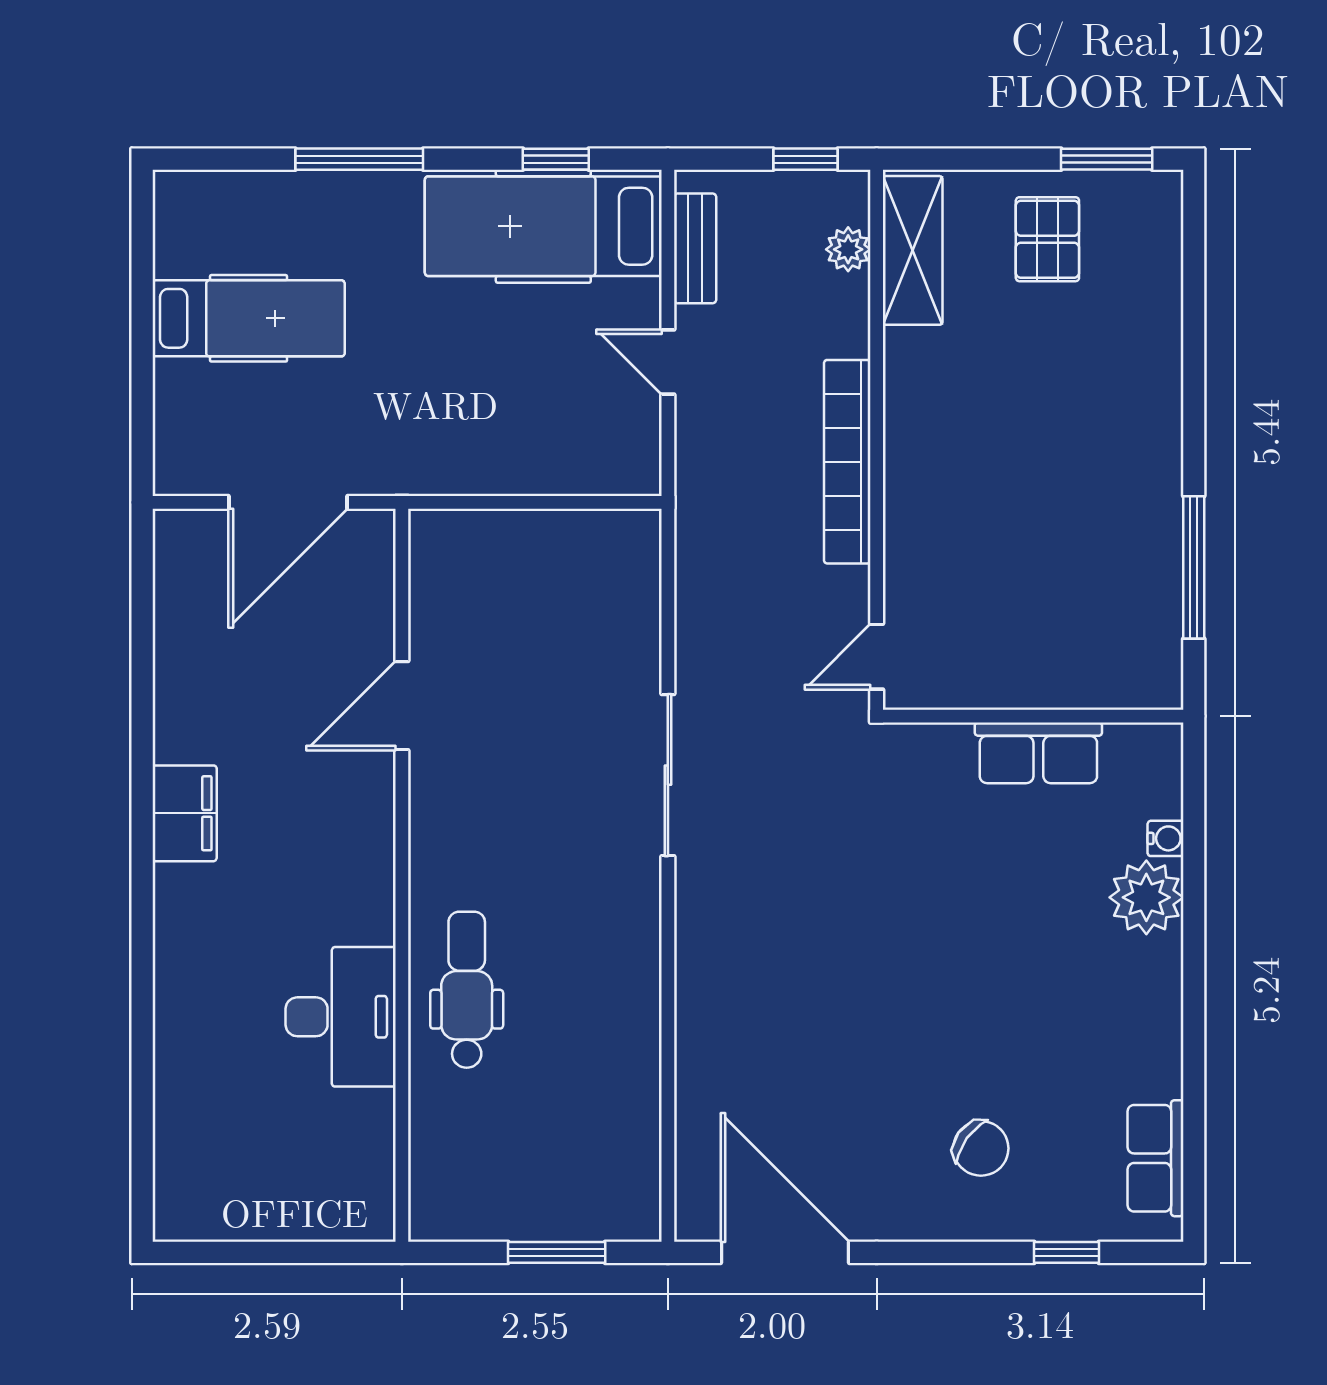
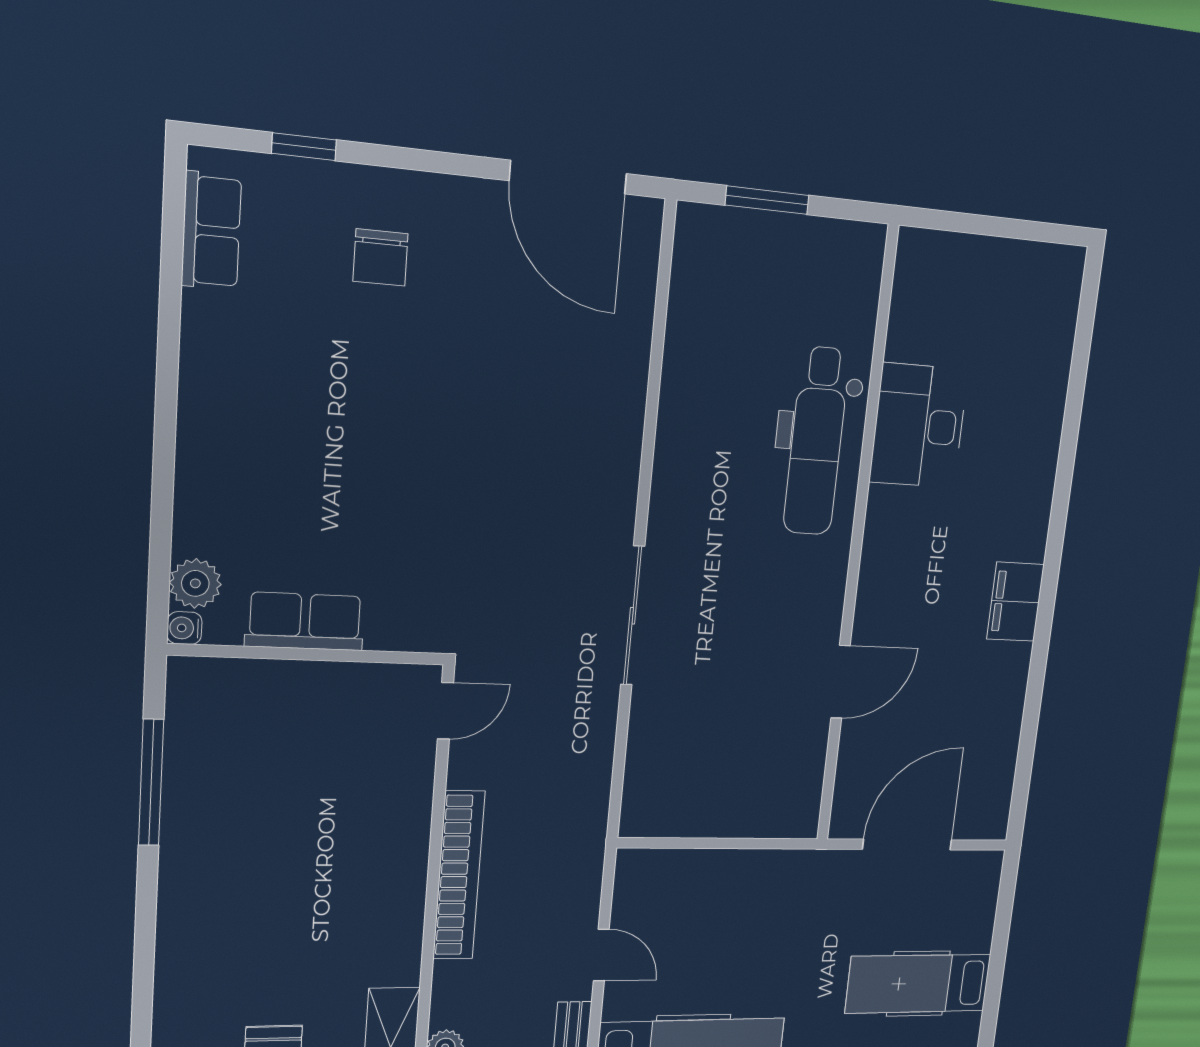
water cooler: (1165, 838) -> (184, 628), moved
plant: (1146, 897) -> (195, 583), moved, width x0.73, depth x0.73
dental chair: (467, 990) -> (816, 441), width x1.36, depth x1.38
chair: (981, 1148) -> (380, 257), turned -126

